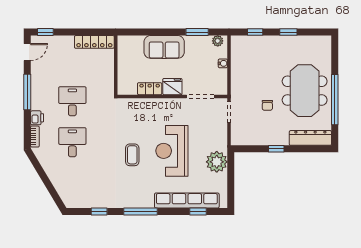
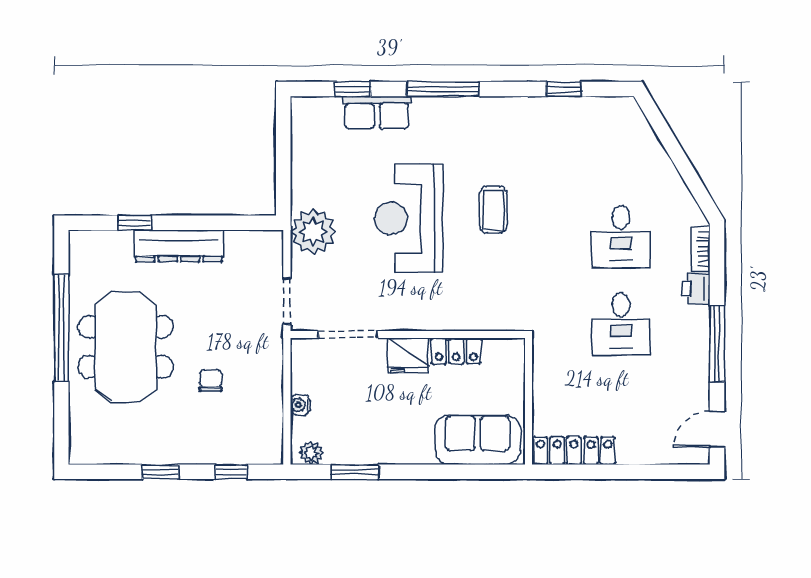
window: (45, 32) -> (678, 472), removed
sofa: (164, 47) -> (478, 440), moved
chair: (267, 105) -> (211, 380), moved
dresser: (310, 138) -> (179, 246), moved
window: (276, 149) -> (135, 223), moved
reception desk: (172, 151) -> (409, 218), turned 180
plant: (217, 162) -> (313, 232), moved
row of seats: (187, 200) -> (377, 112), width x0.50
window: (141, 211) -> (443, 89), moved

